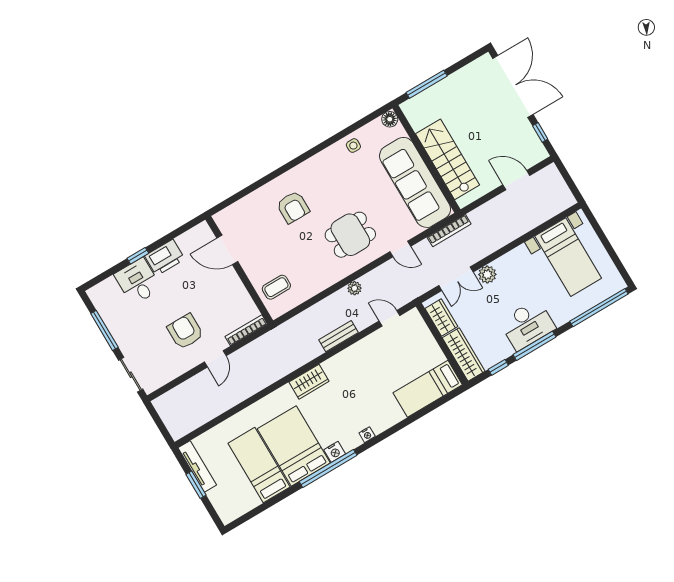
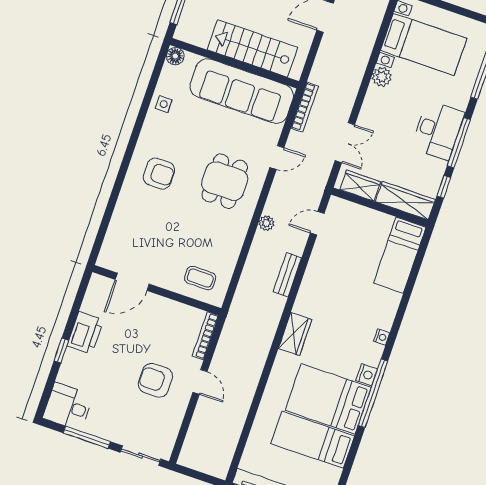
armchair: (293, 207) -> (159, 174), moved
plant: (487, 274) -> (382, 77), moved
desk: (138, 281) -> (68, 407), moved
coffee table: (276, 287) -> (200, 278), turned 90

